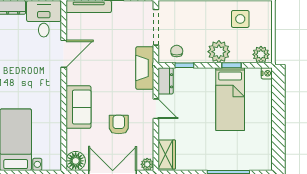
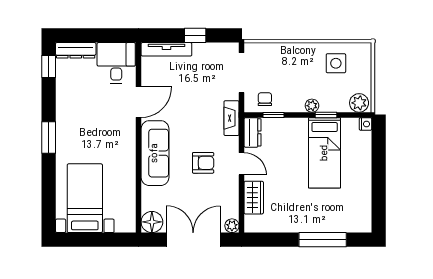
plant: (219, 52) -> (312, 106), width x0.53, depth x0.53
fireplace: (145, 68) -> (231, 118), width x0.73, depth x0.76
sofa: (78, 107) -> (155, 153), width x1.36
armchair: (119, 125) -> (203, 163), moved, turned 90
wardrobe: (167, 155) -> (254, 198), moved

